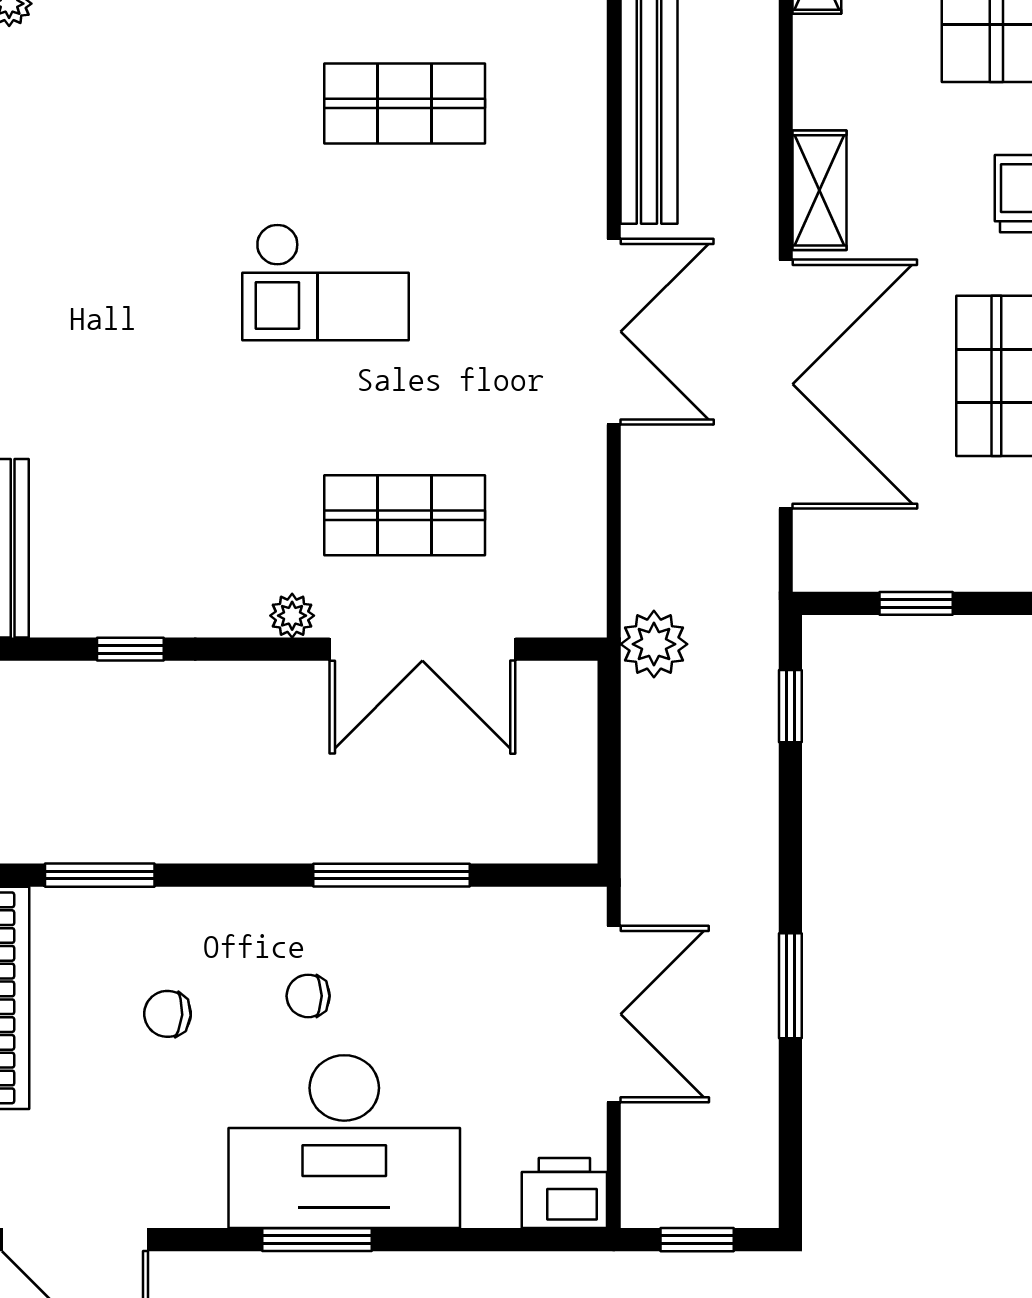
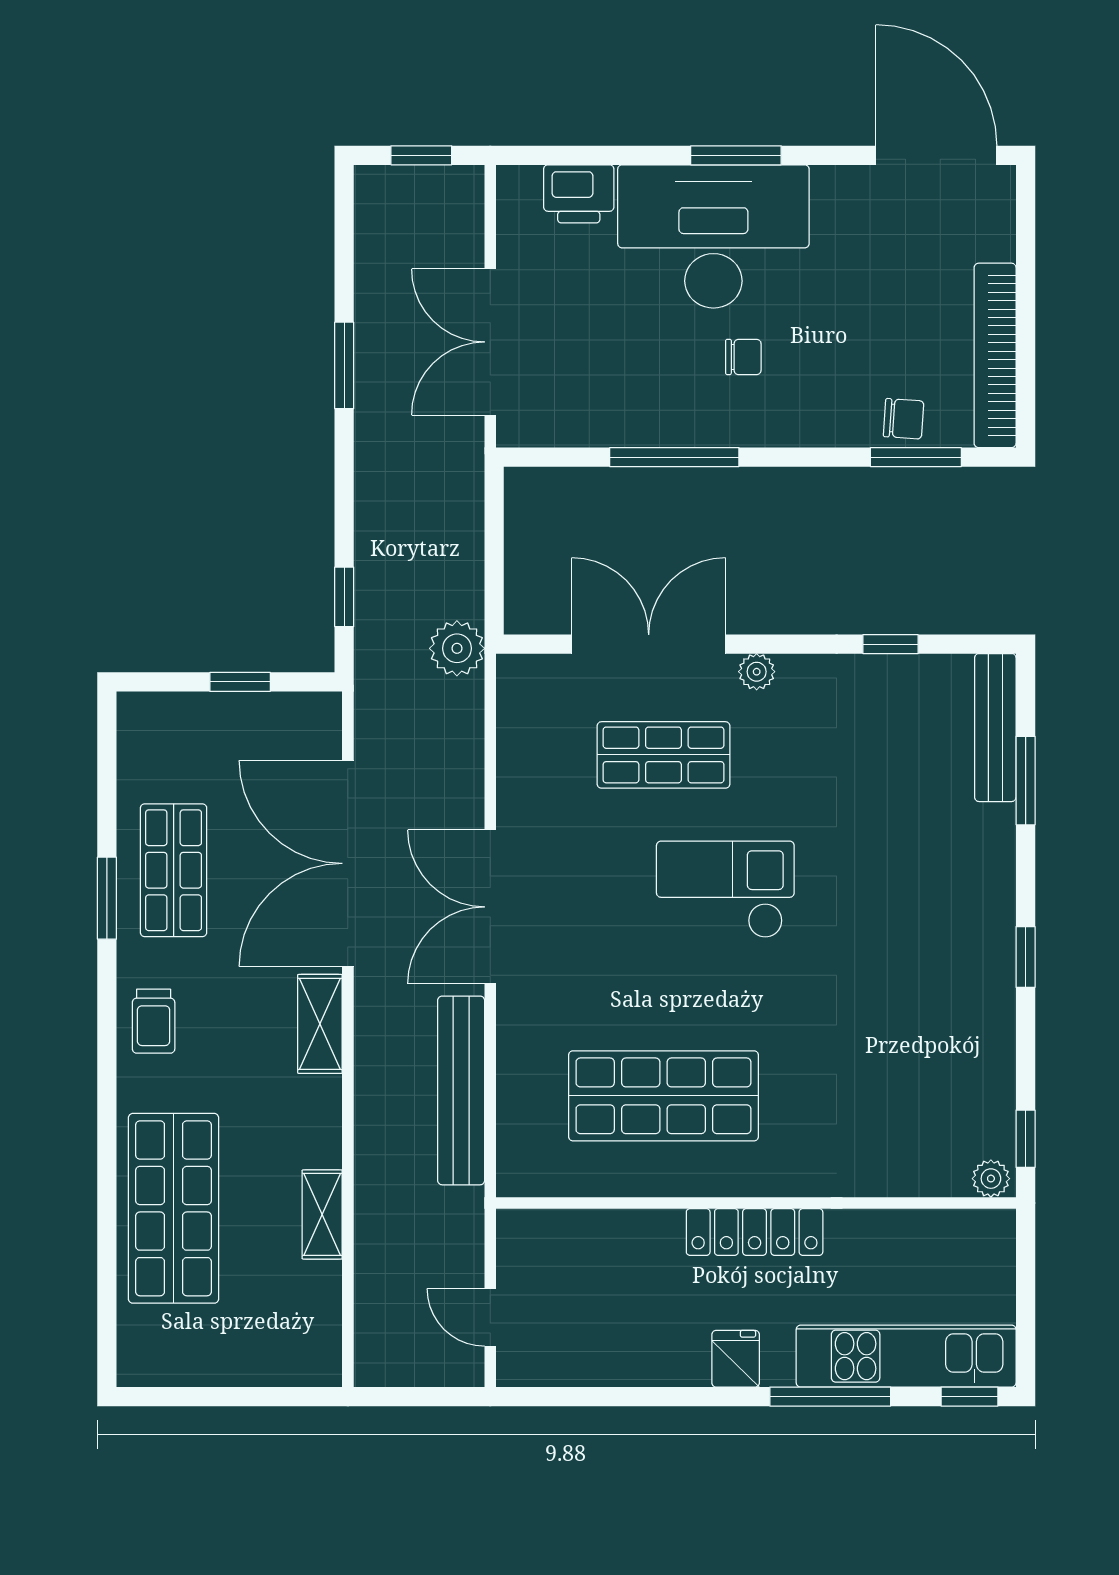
shop shelf: (405, 103) -> (663, 1096), width x1.43, depth x1.36
checkout: (326, 282) -> (725, 890), moved
chair: (167, 1014) -> (904, 419), moved
printer: (564, 1193) -> (579, 194), moved

